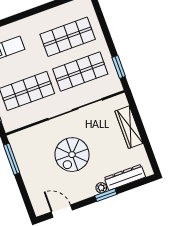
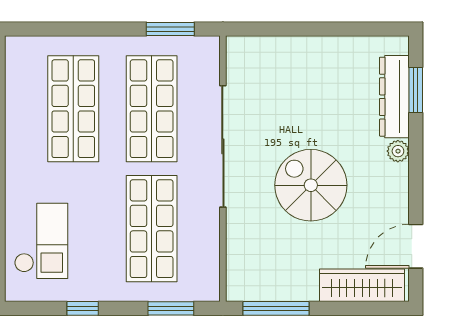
wardrobe: (129, 127) -> (362, 285), moved, turned 180
spiral stairs: (72, 155) -> (311, 185), turned 180
window: (106, 195) -> (416, 90), moved

